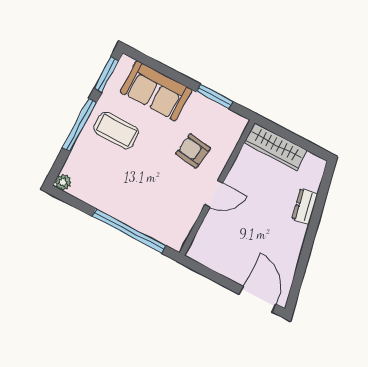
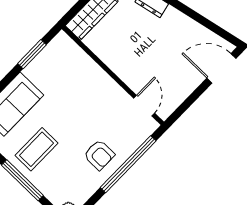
armchair: (193, 151) -> (99, 155), moved, turned -98
door: (214, 194) -> (144, 106), moved

